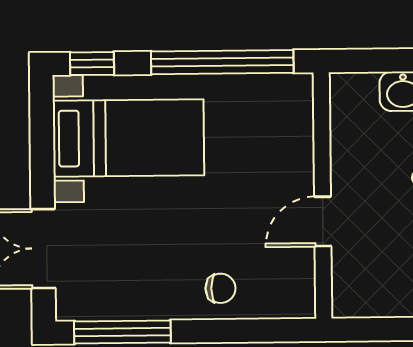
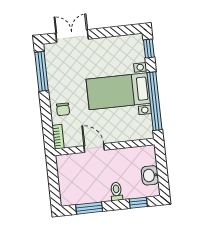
bed with nightstands: (128, 138) -> (118, 91), moved, turned 90
bookcase: (286, 307) -> (58, 137), added

